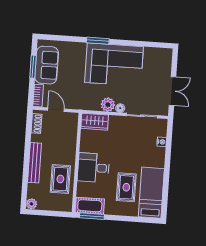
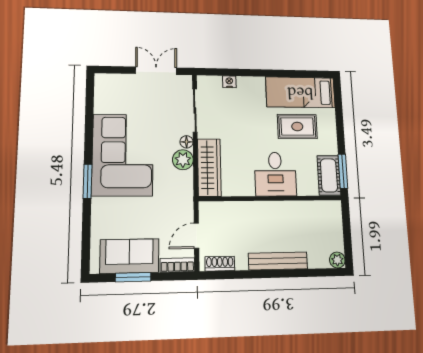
wardrobe: (95, 122) -> (209, 168), width x1.50
rug: (60, 179) -> (297, 220), removed

